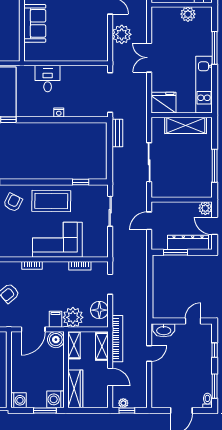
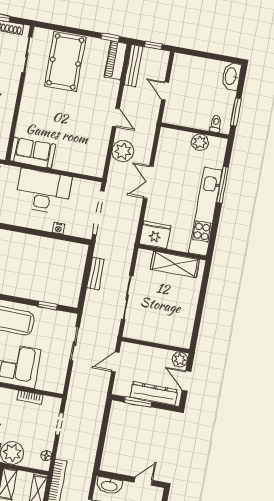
sofa: (35, 23) -> (33, 153), moved, turned -90
desk: (48, 78) -> (43, 191), width x1.87, depth x1.30
kitchen unit: (204, 85) -> (205, 212), width x1.36
nightstand: (59, 113) -> (58, 228), moved
bench: (117, 133) -> (95, 274), moved
window: (215, 166) -> (199, 315), removed
floor lamp: (99, 310) -> (46, 456), width x0.53, depth x0.53

